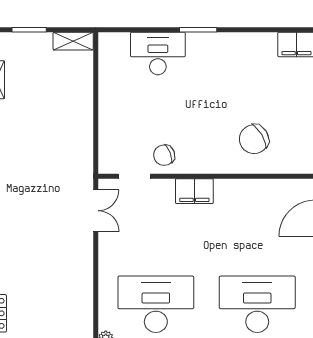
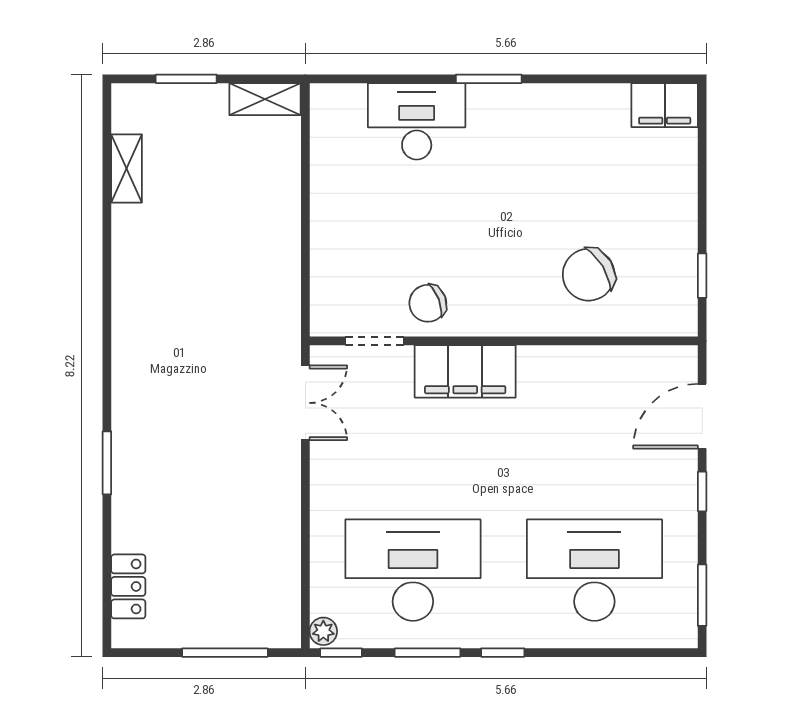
filing cabinet: (194, 191) -> (465, 371), width x1.50, depth x1.17

